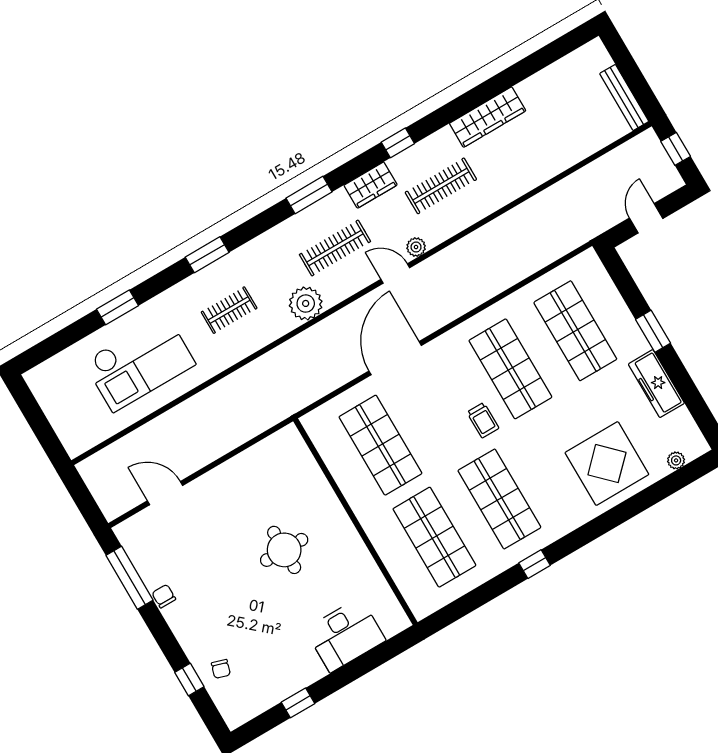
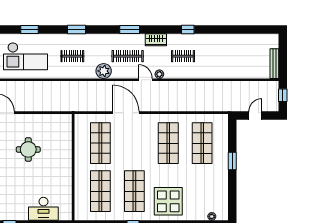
wardrobe: (488, 117) -> (217, 40), removed
window: (398, 143) -> (188, 30), moved
clothes rail: (441, 186) -> (183, 56), width x0.73
door: (395, 358) -> (126, 113), hinge flipped
freezer: (656, 384) -> (222, 182), removed
trolley: (483, 420) -> (146, 157), removed
display table: (607, 464) -> (168, 201), moved
round table: (284, 550) -> (28, 149), moved

